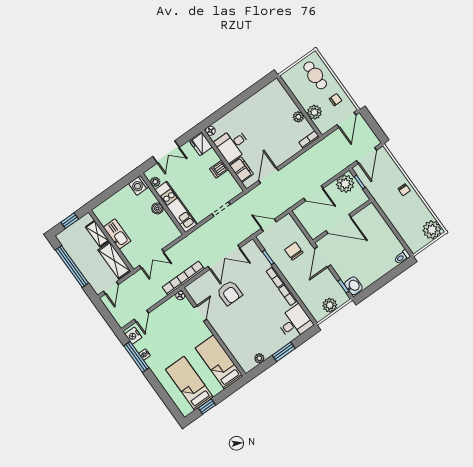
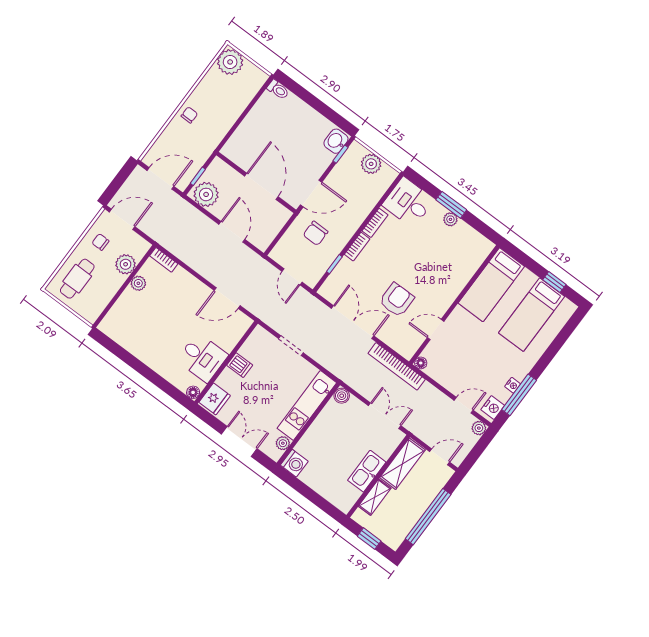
filing cabinet: (241, 170) -> (231, 336), removed
boiler: (157, 208) -> (342, 396), moved
plant: (122, 322) -> (479, 428), added
plant: (259, 358) -> (450, 219), moved

